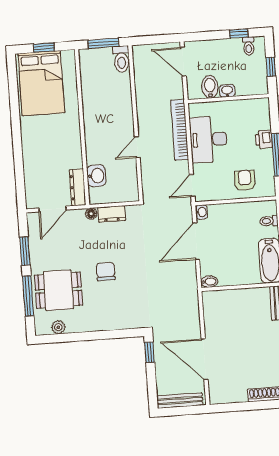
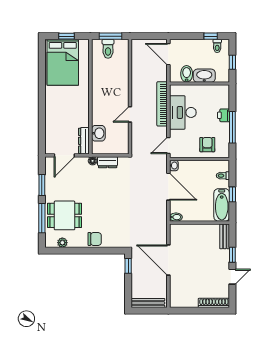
toilet: (121, 59) -> (108, 49), moved
washbasin: (227, 91) -> (204, 76), width x1.91, depth x1.45
door: (196, 241) -> (168, 187), swing flipped
chair: (106, 272) -> (95, 239), moved, turned 90
door: (205, 359) -> (168, 260), moved

